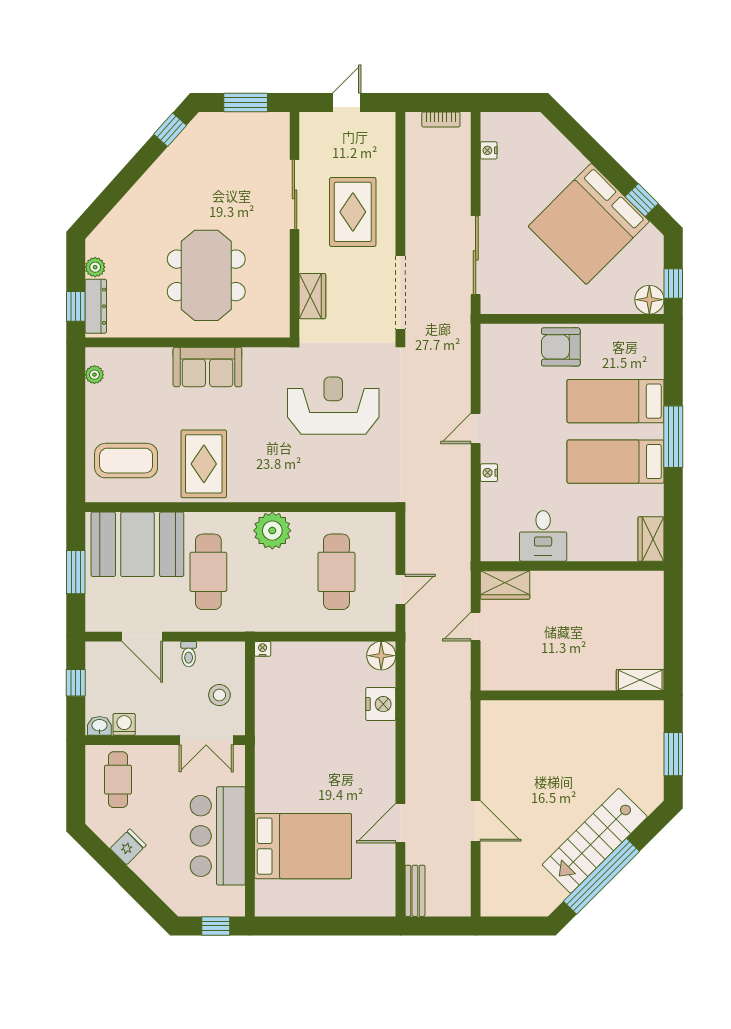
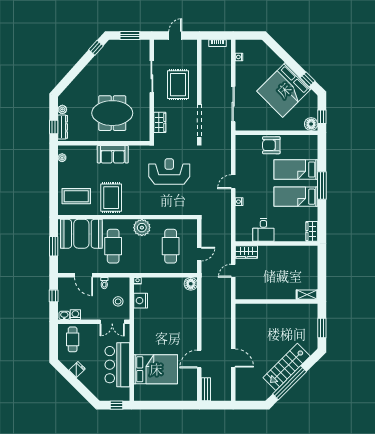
meeting table: (206, 275) -> (112, 113), turned 90
nightstand: (381, 704) -> (141, 301), moved, turned 180

